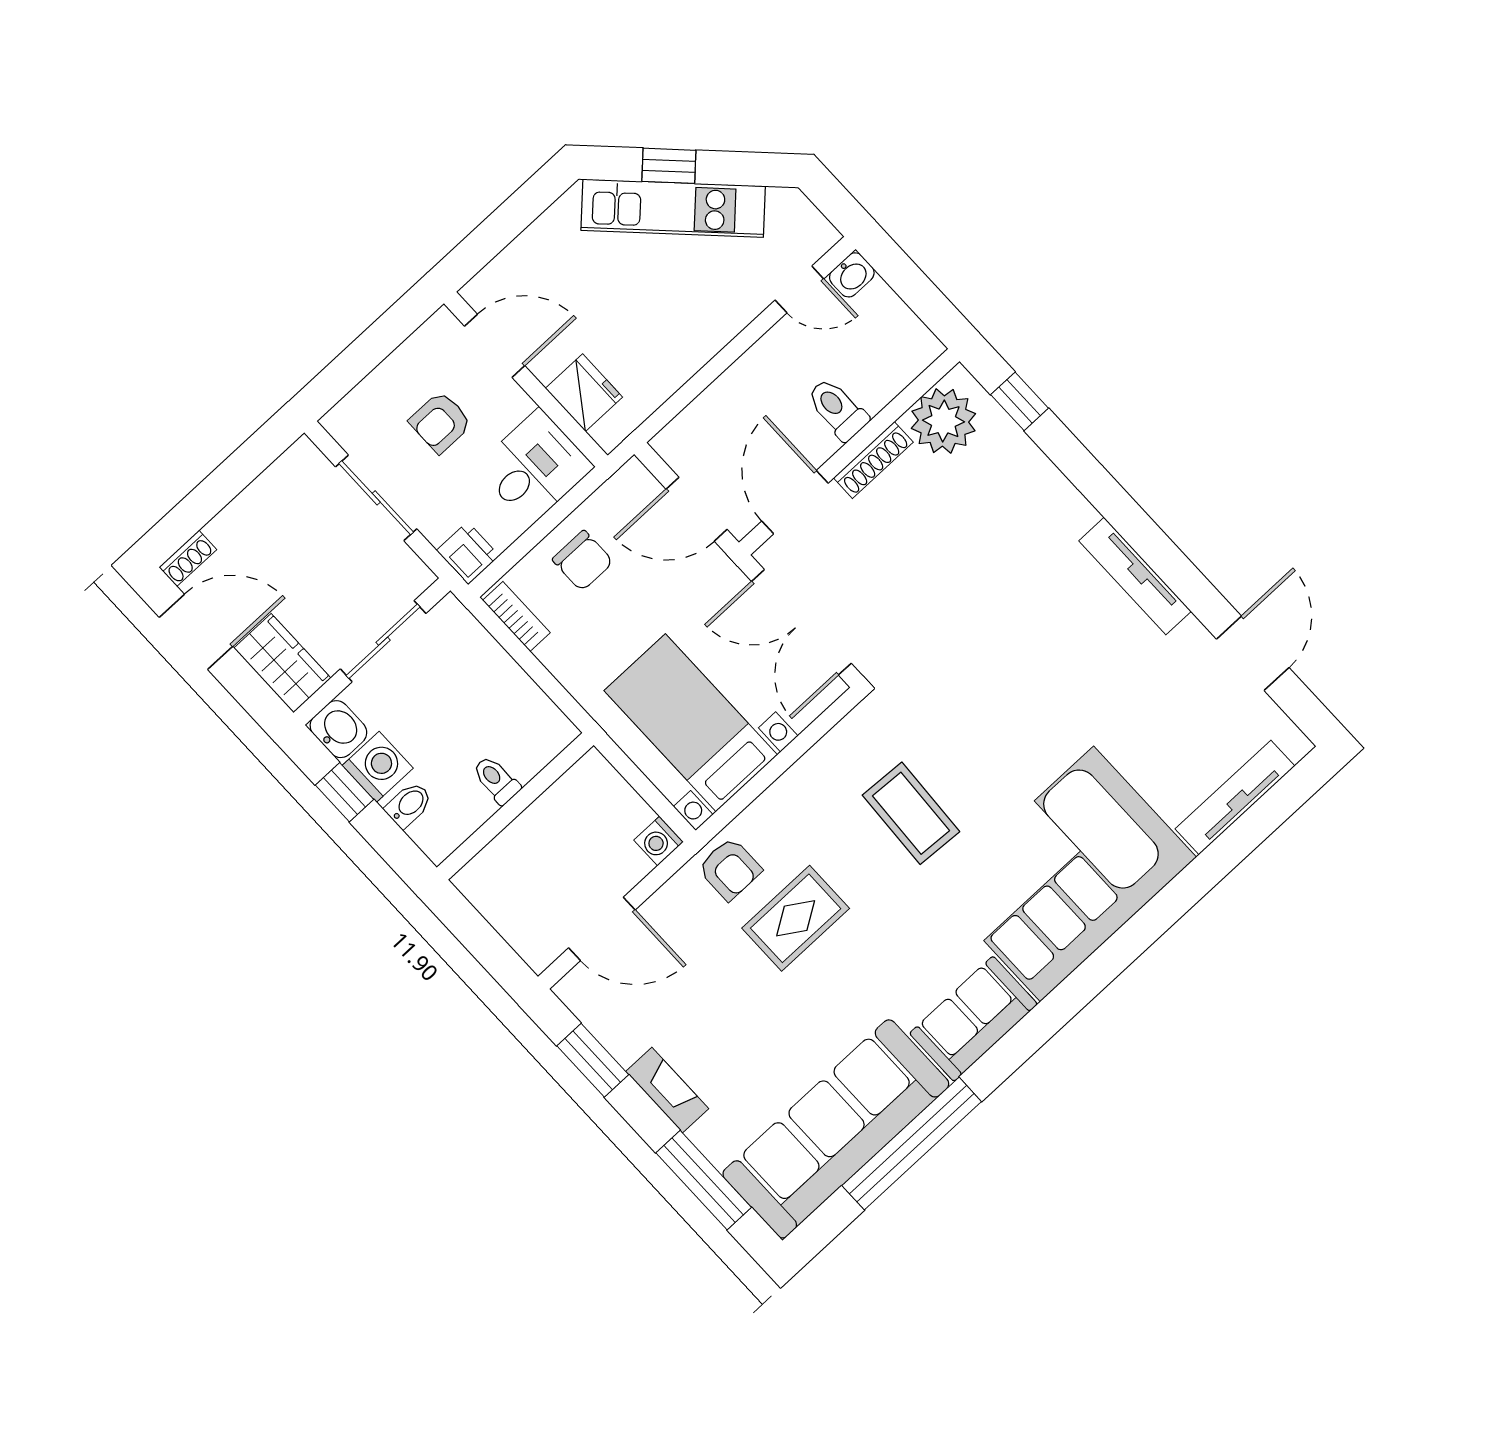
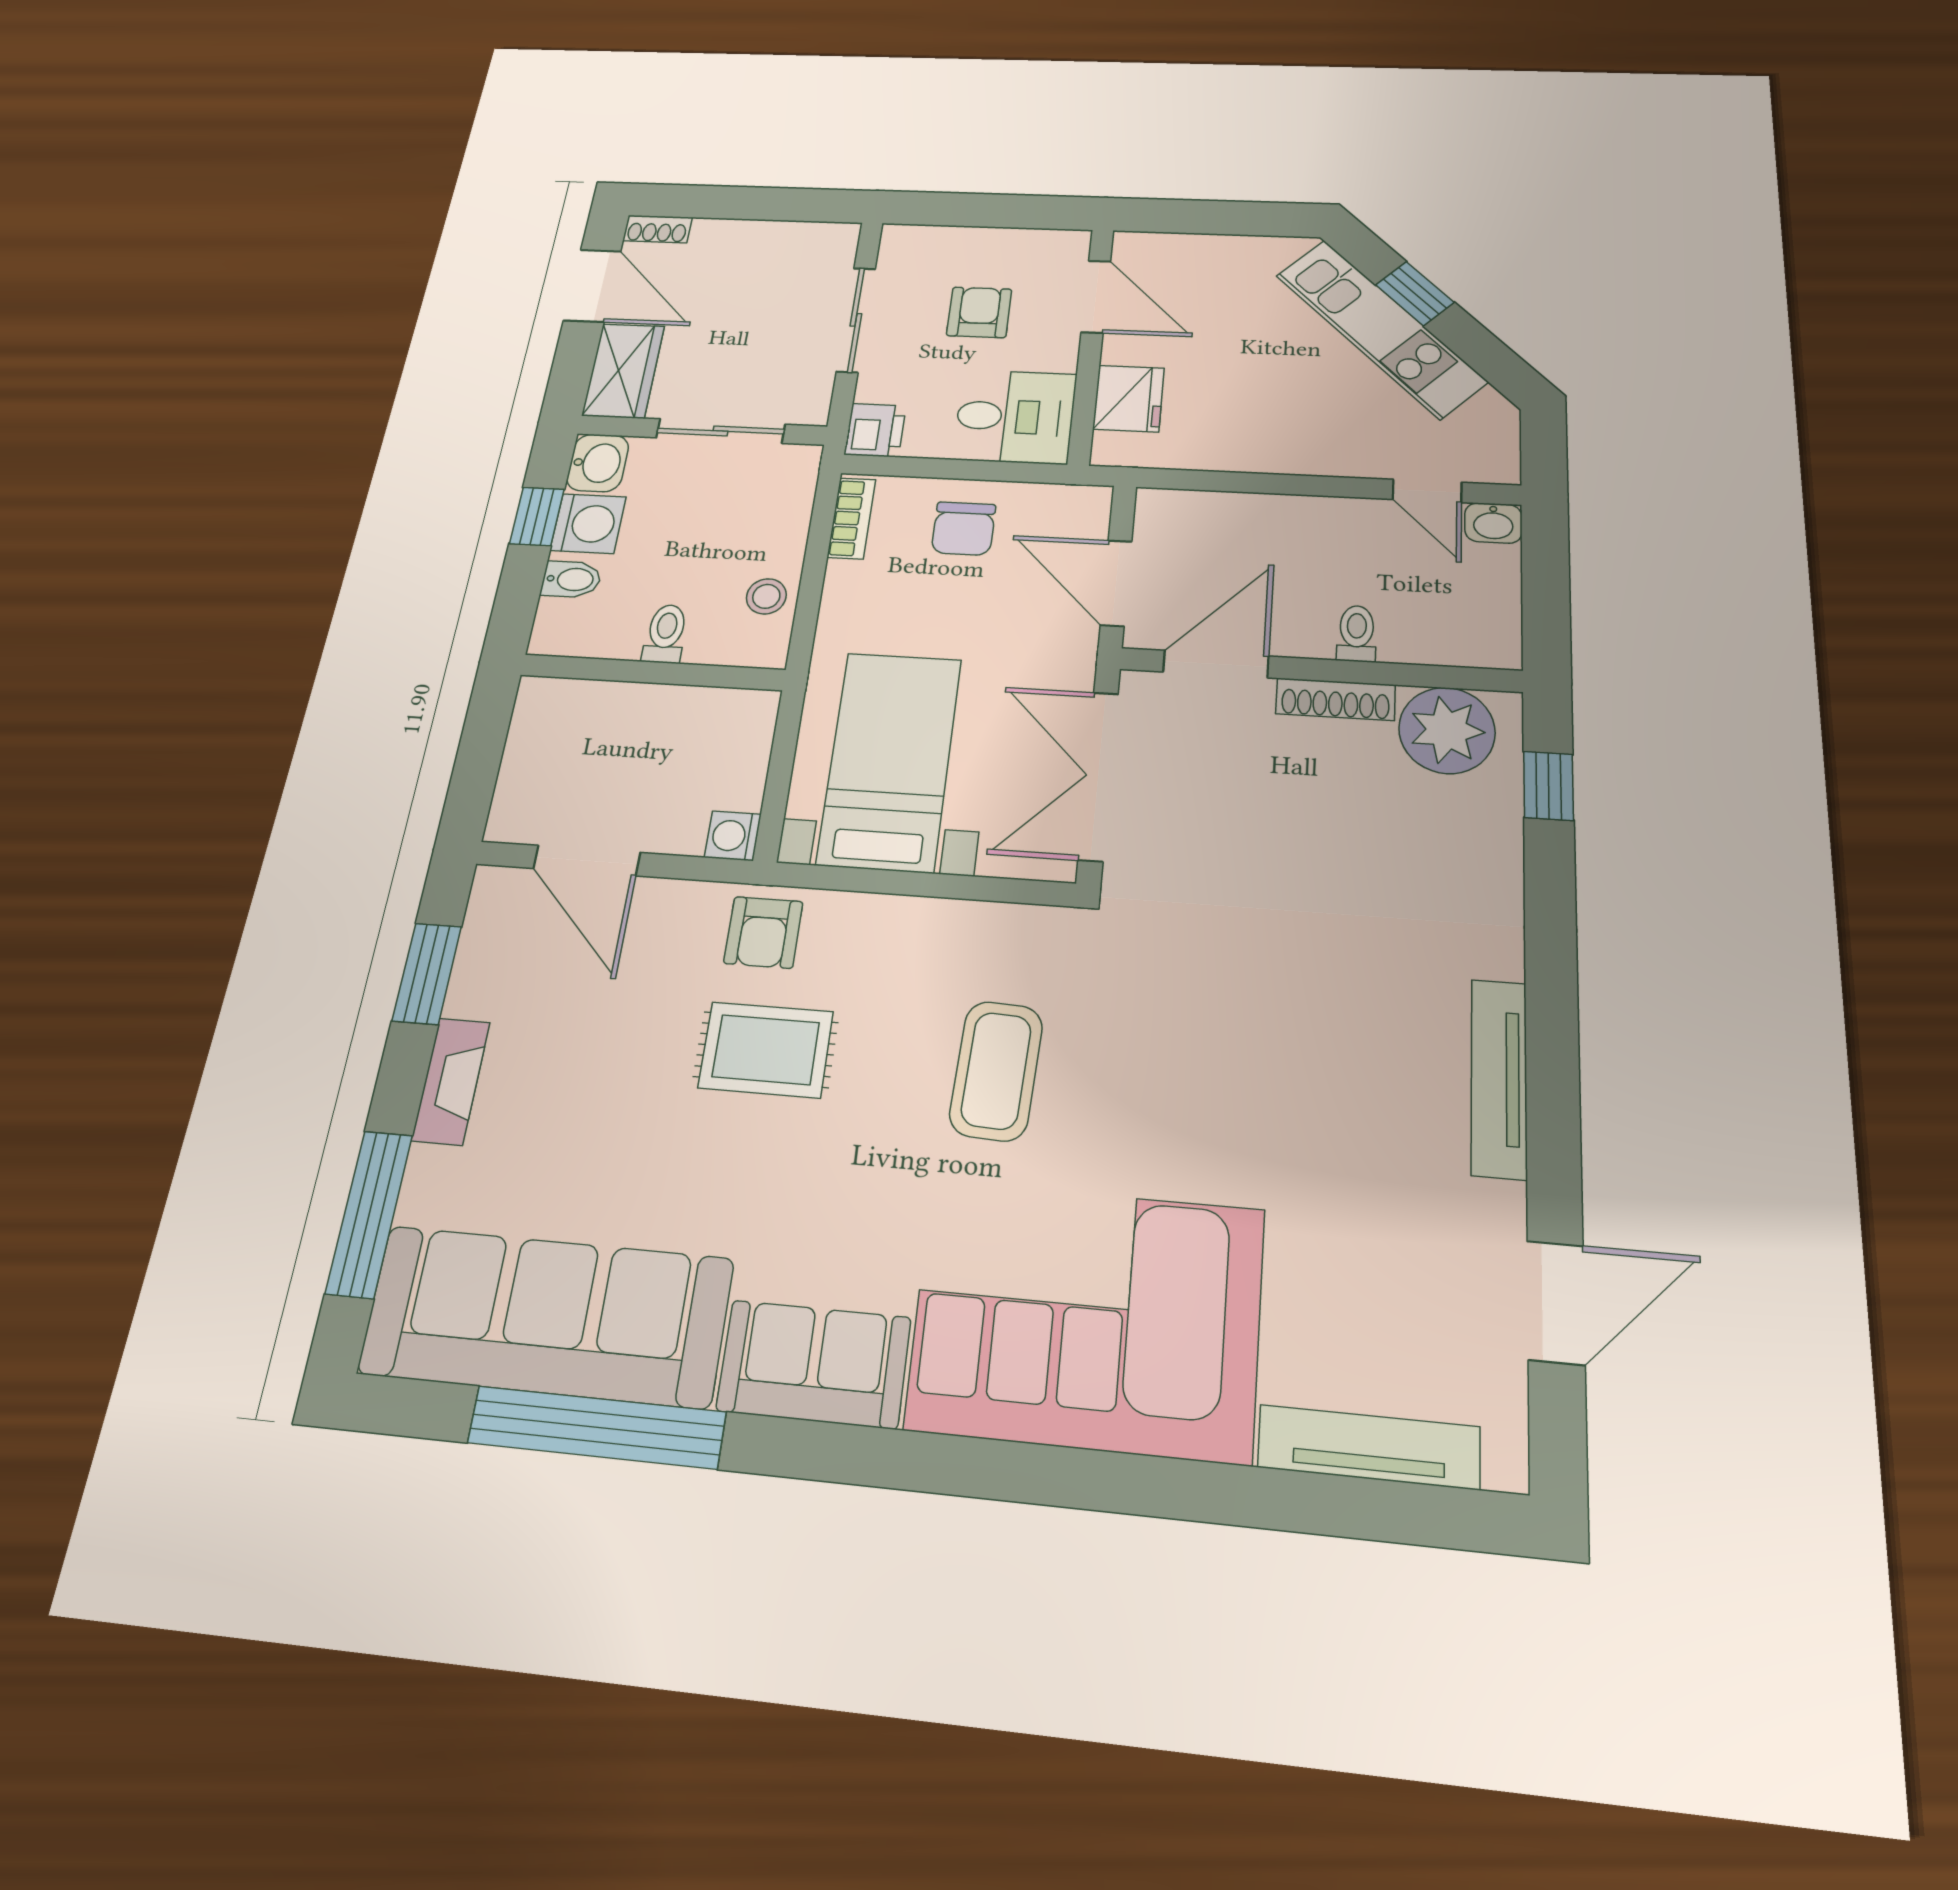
toilet: (837, 409) -> (1357, 634), width x0.73, depth x0.72
armchair: (440, 422) -> (979, 312), turned 90
stool: (524, 705) -> (766, 596), added

